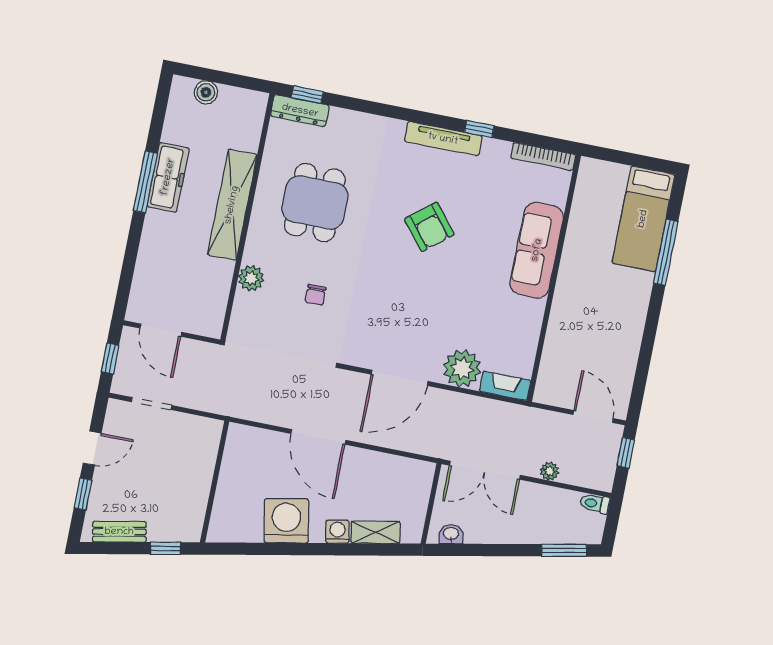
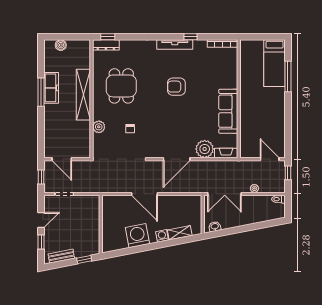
armchair: (429, 227) -> (176, 87), turned 129
sofa: (537, 250) -> (228, 111), moved
window: (564, 550) -> (269, 224), removed

